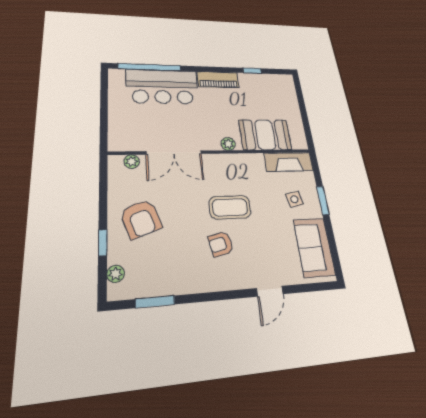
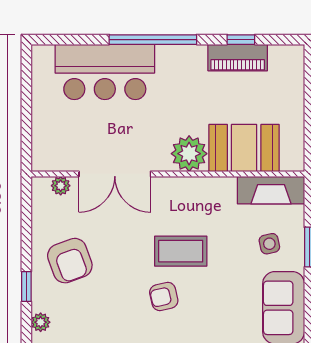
window: (150, 67) -> (153, 40), moved
piano: (218, 80) -> (238, 58), moved
plant: (228, 144) -> (189, 154), width x1.88, depth x1.88

